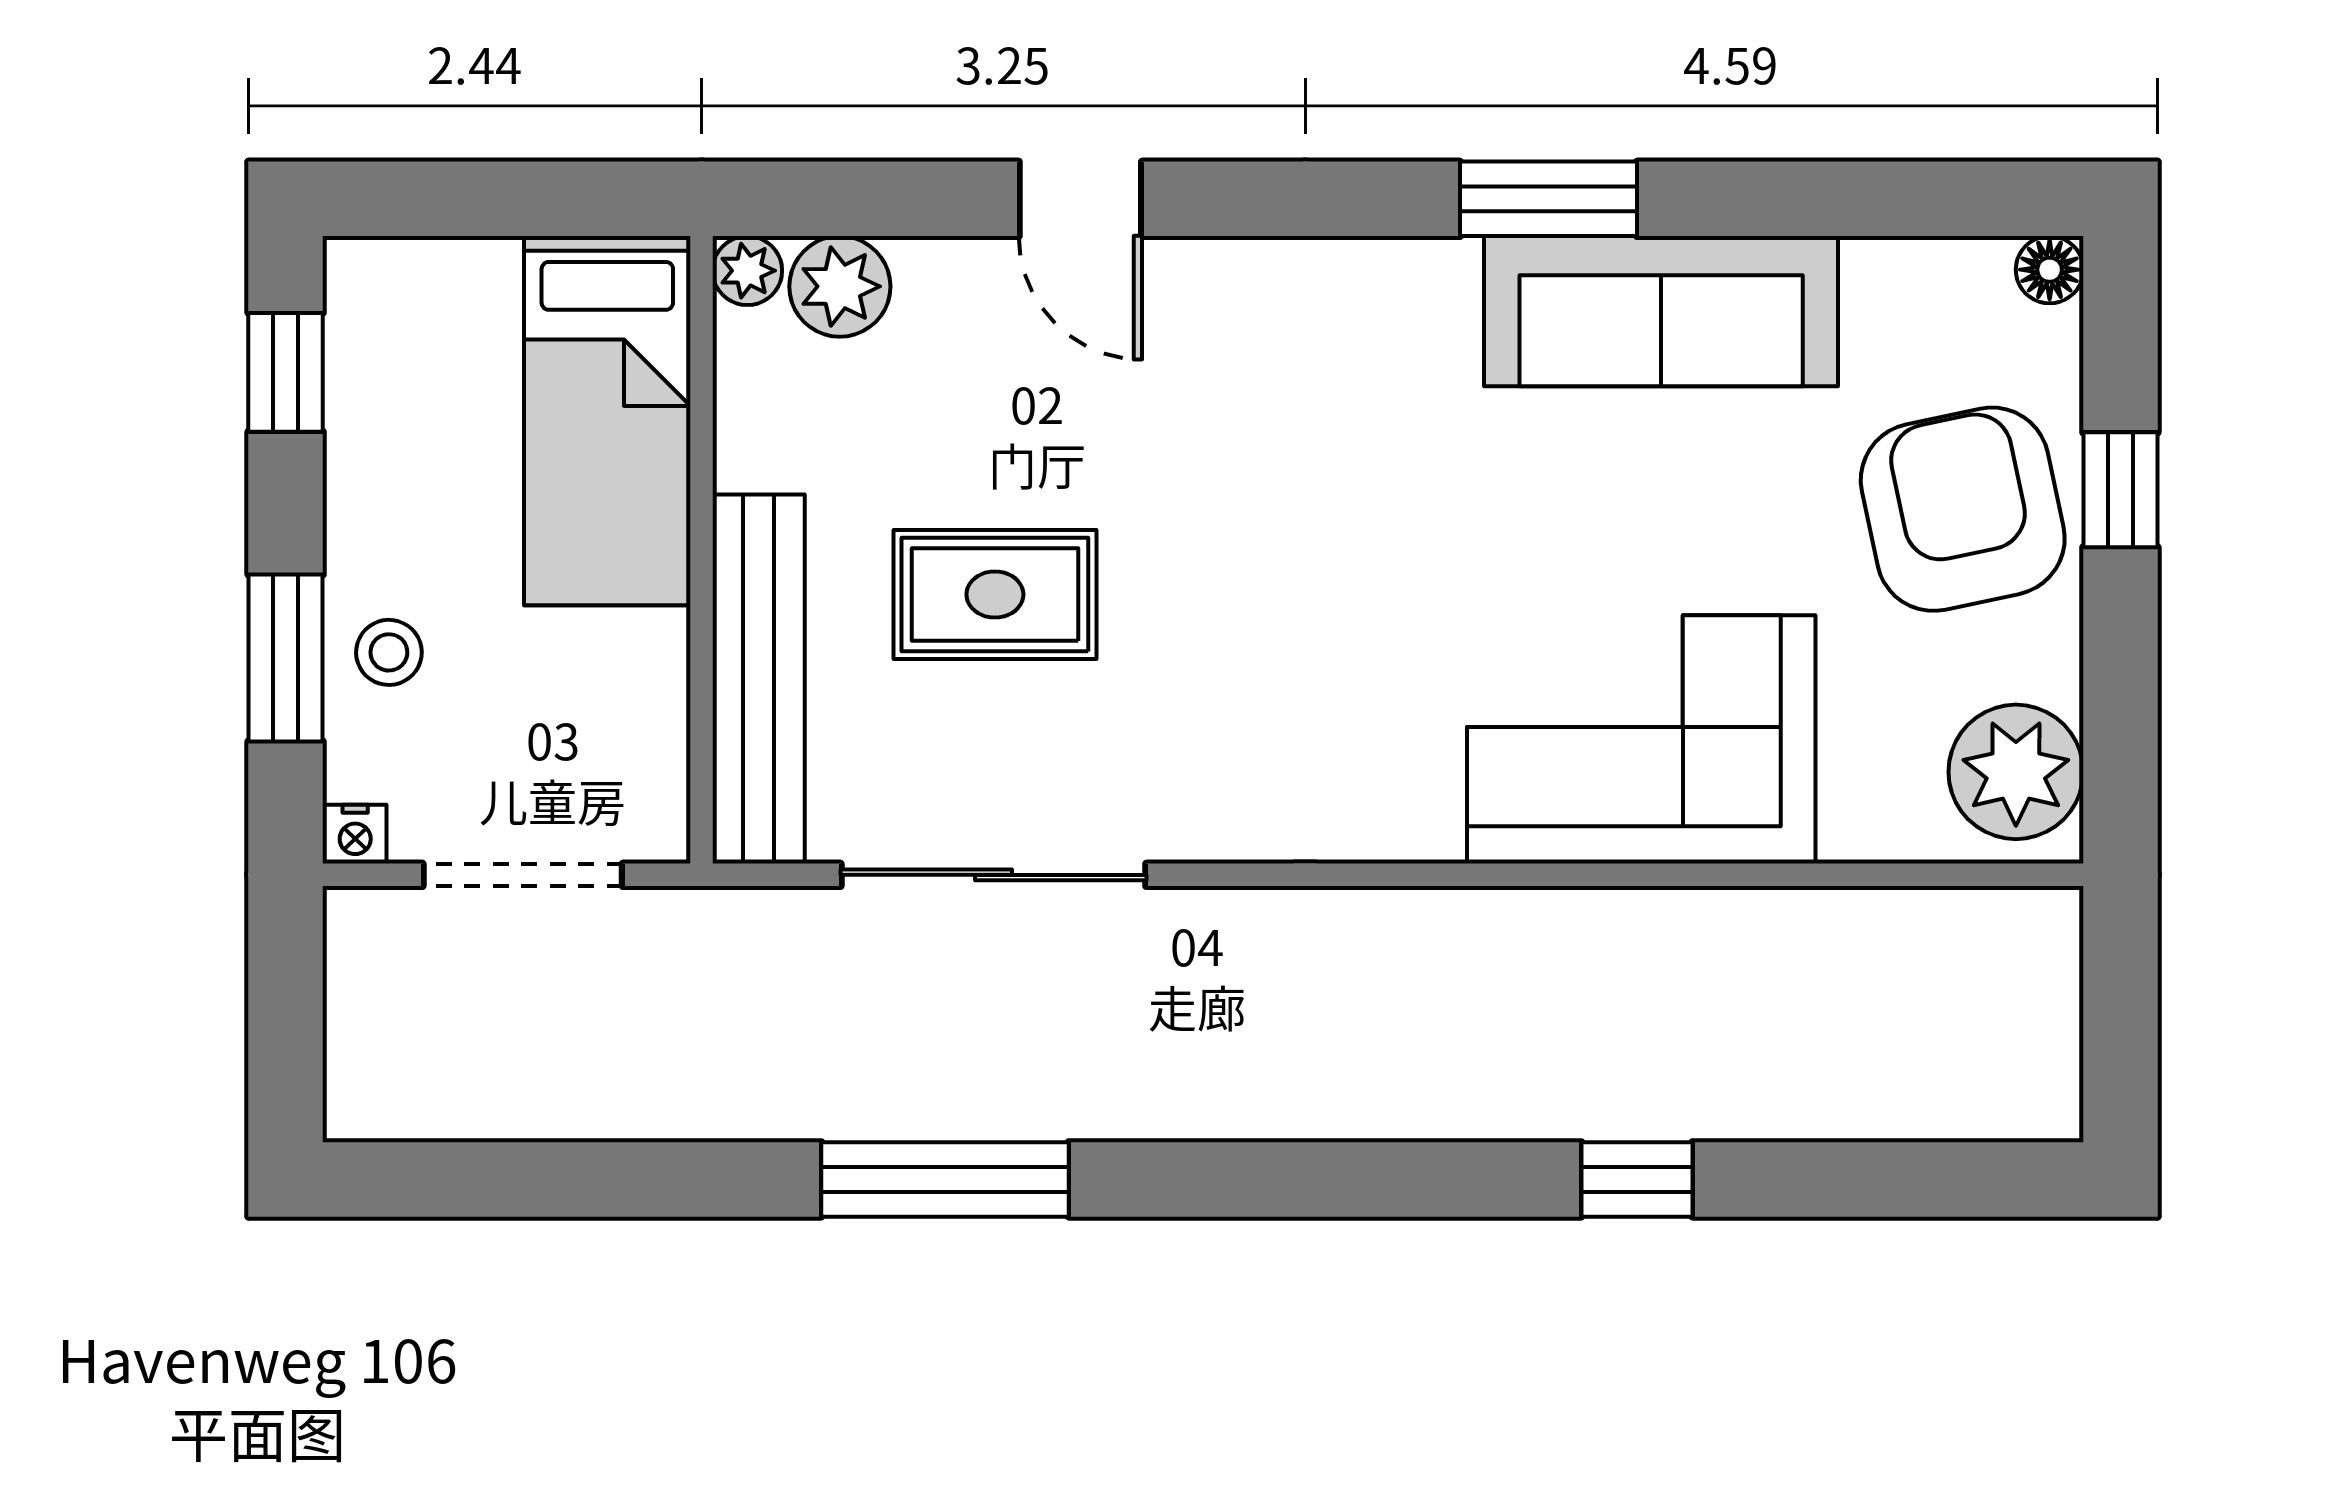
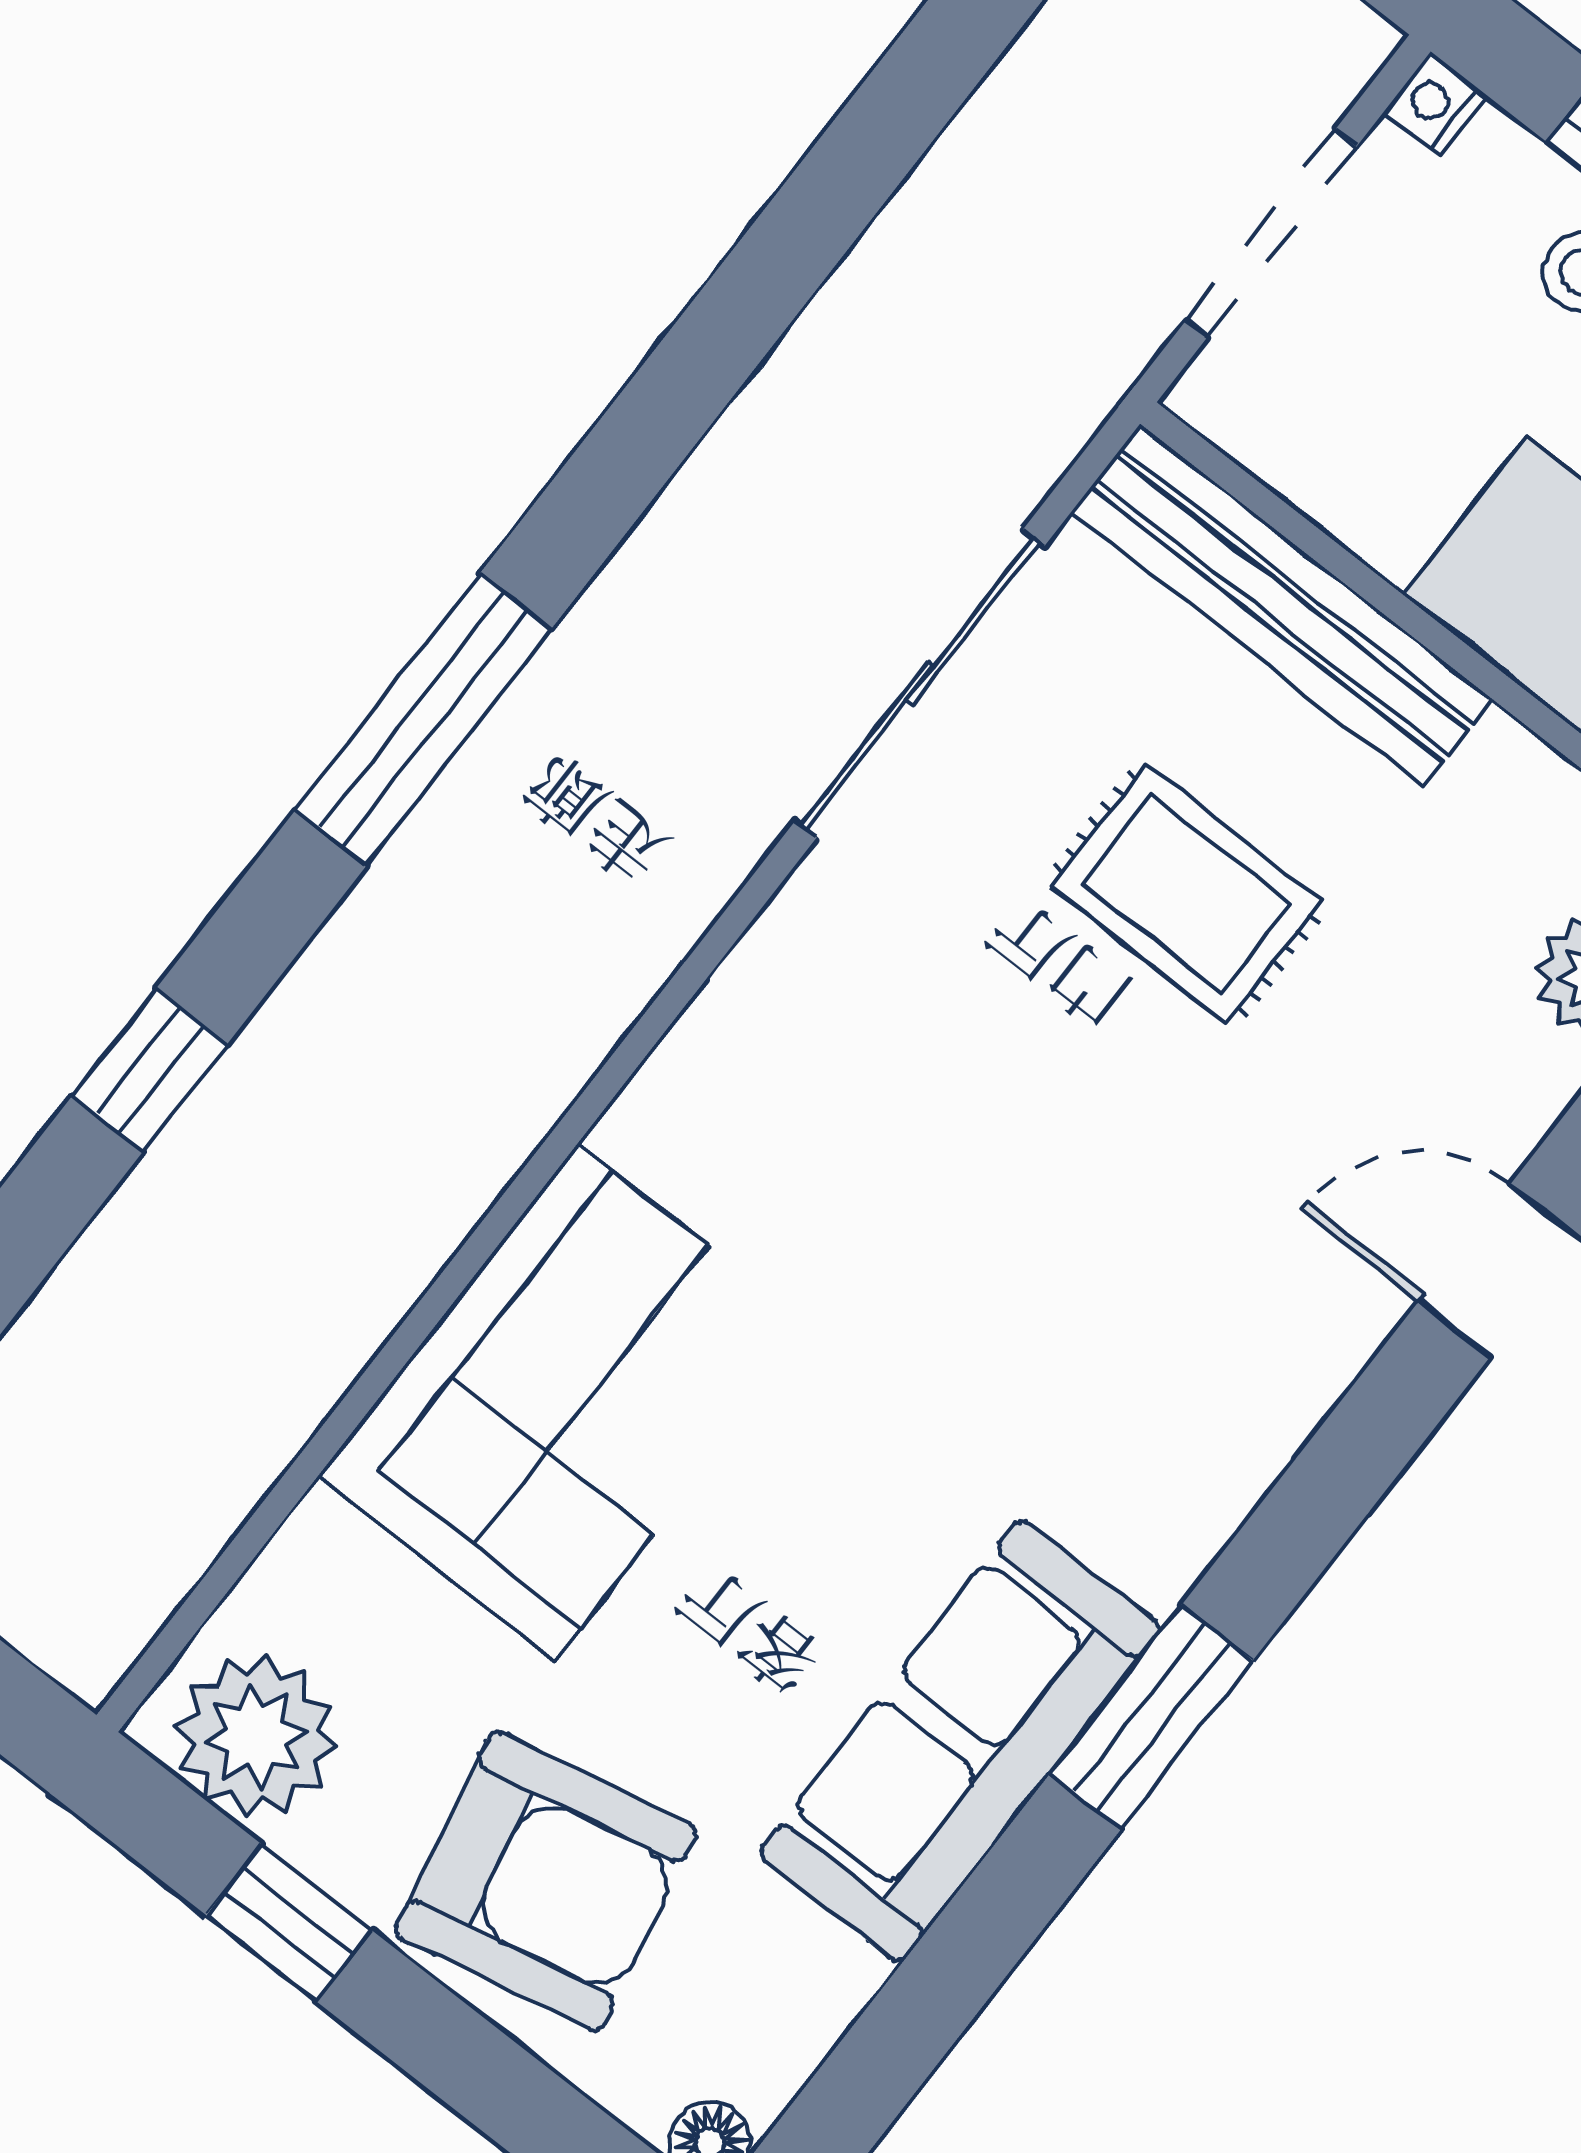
window: (2120, 490) -> (289, 1923), moved
rug: (995, 594) -> (1186, 894), turned 90
window: (945, 1179) -> (423, 720), moved

